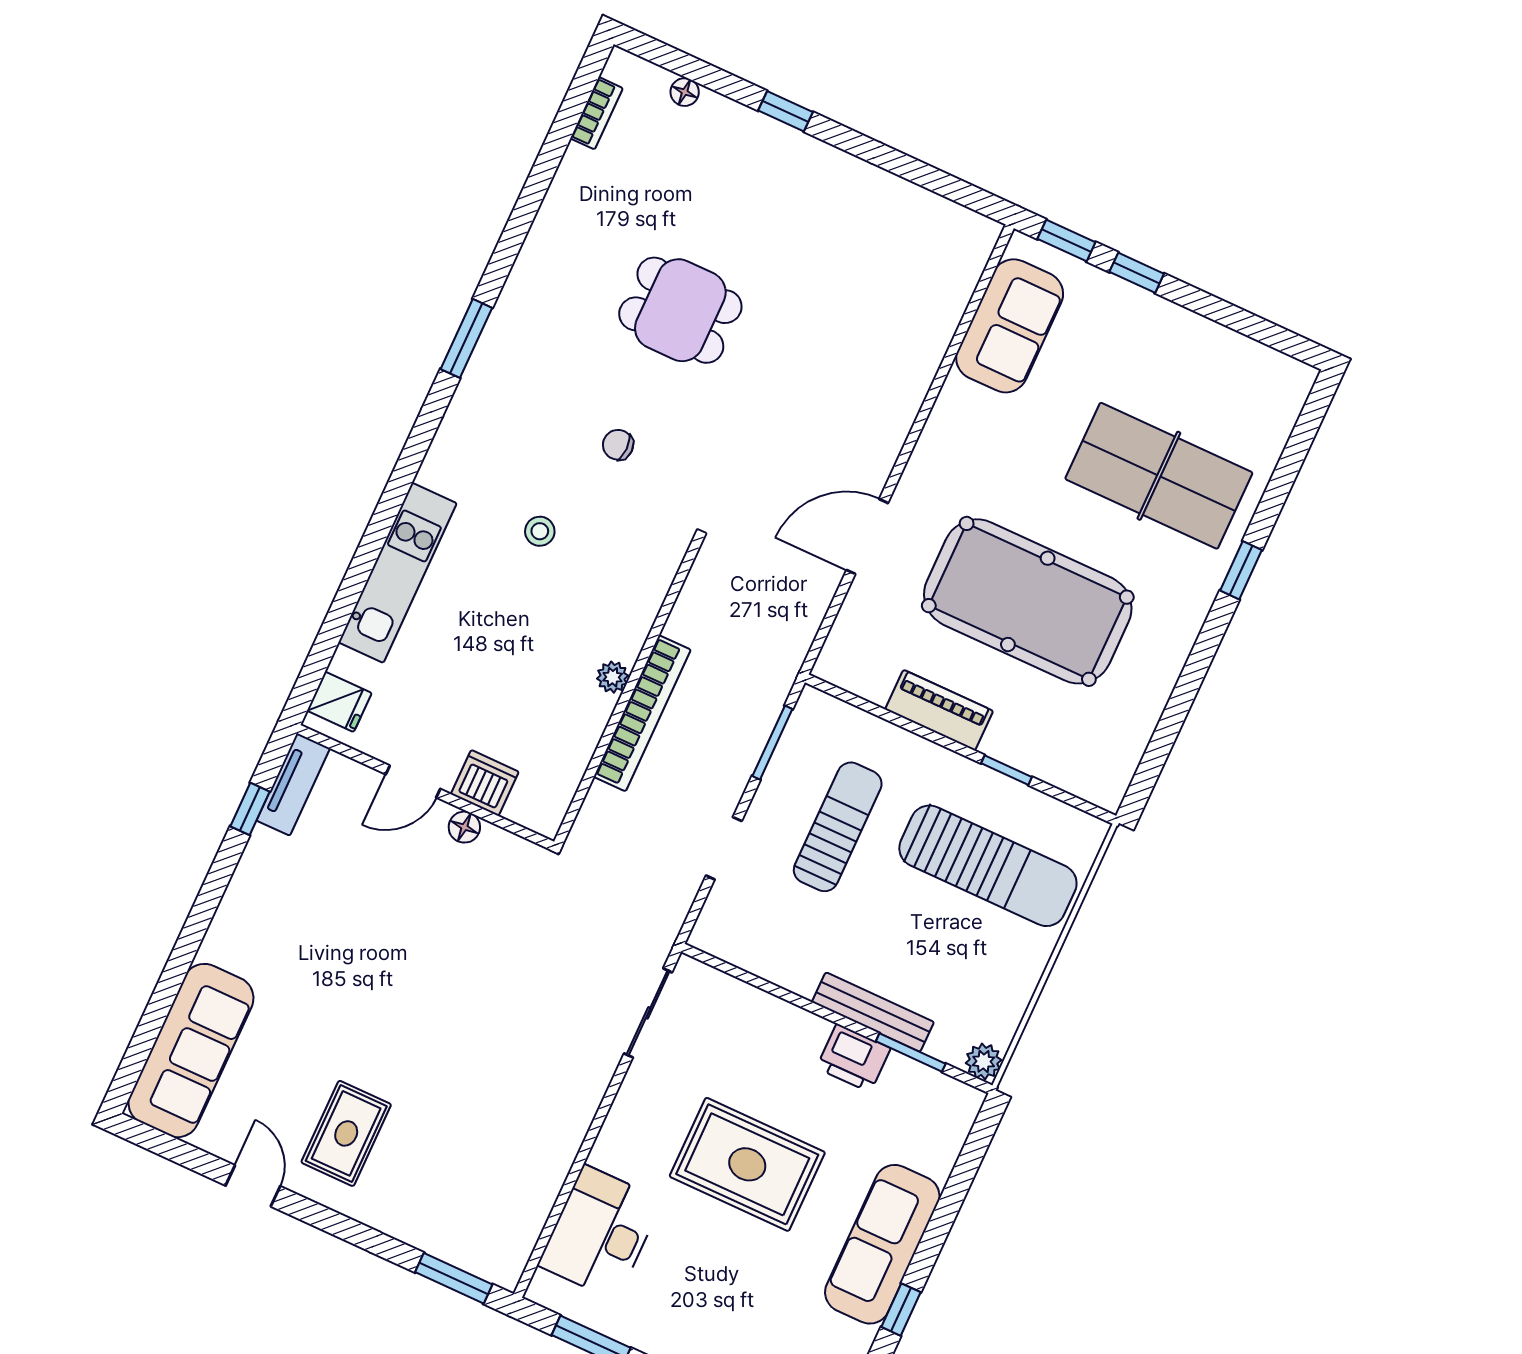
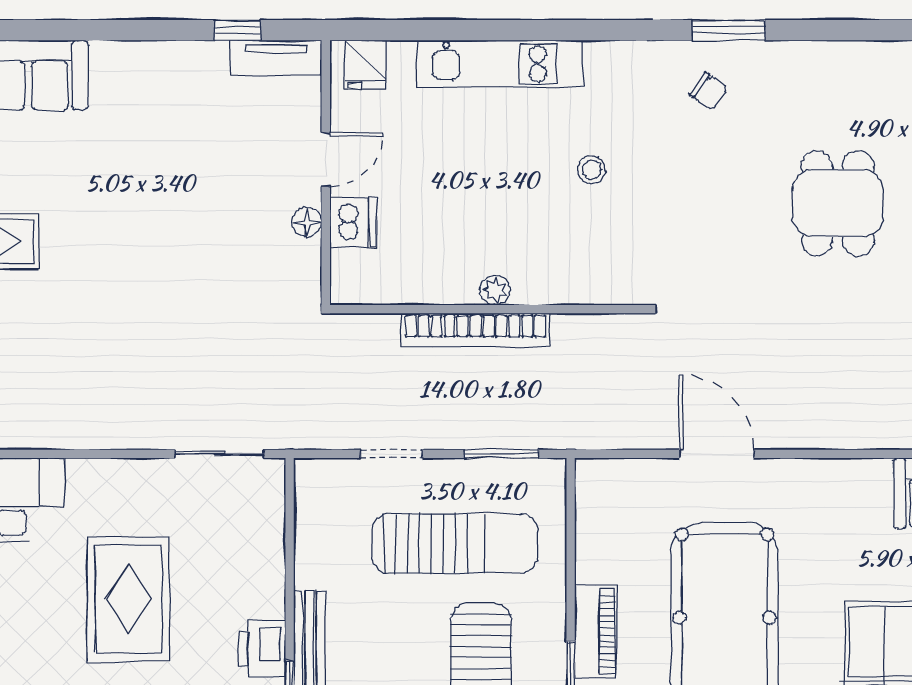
chair: (618, 445) -> (709, 91), moved, turned 125
piano: (939, 710) -> (596, 631), moved
door: (413, 782) -> (326, 160), swing flipped
sun lounger: (838, 827) -> (455, 543), width x1.36, depth x1.34

